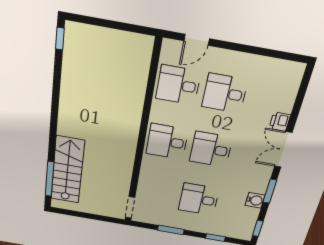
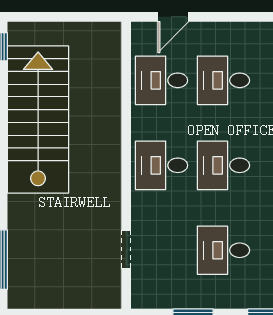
stairs: (68, 170) -> (38, 119), moved, width x1.36, depth x1.51
doorway: (130, 207) -> (126, 249), moved

